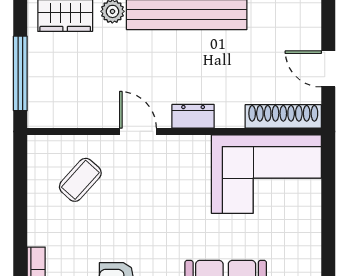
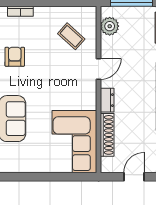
plant: (63, 112) -> (110, 26), added
shoe rack: (283, 116) -> (107, 135), moved

